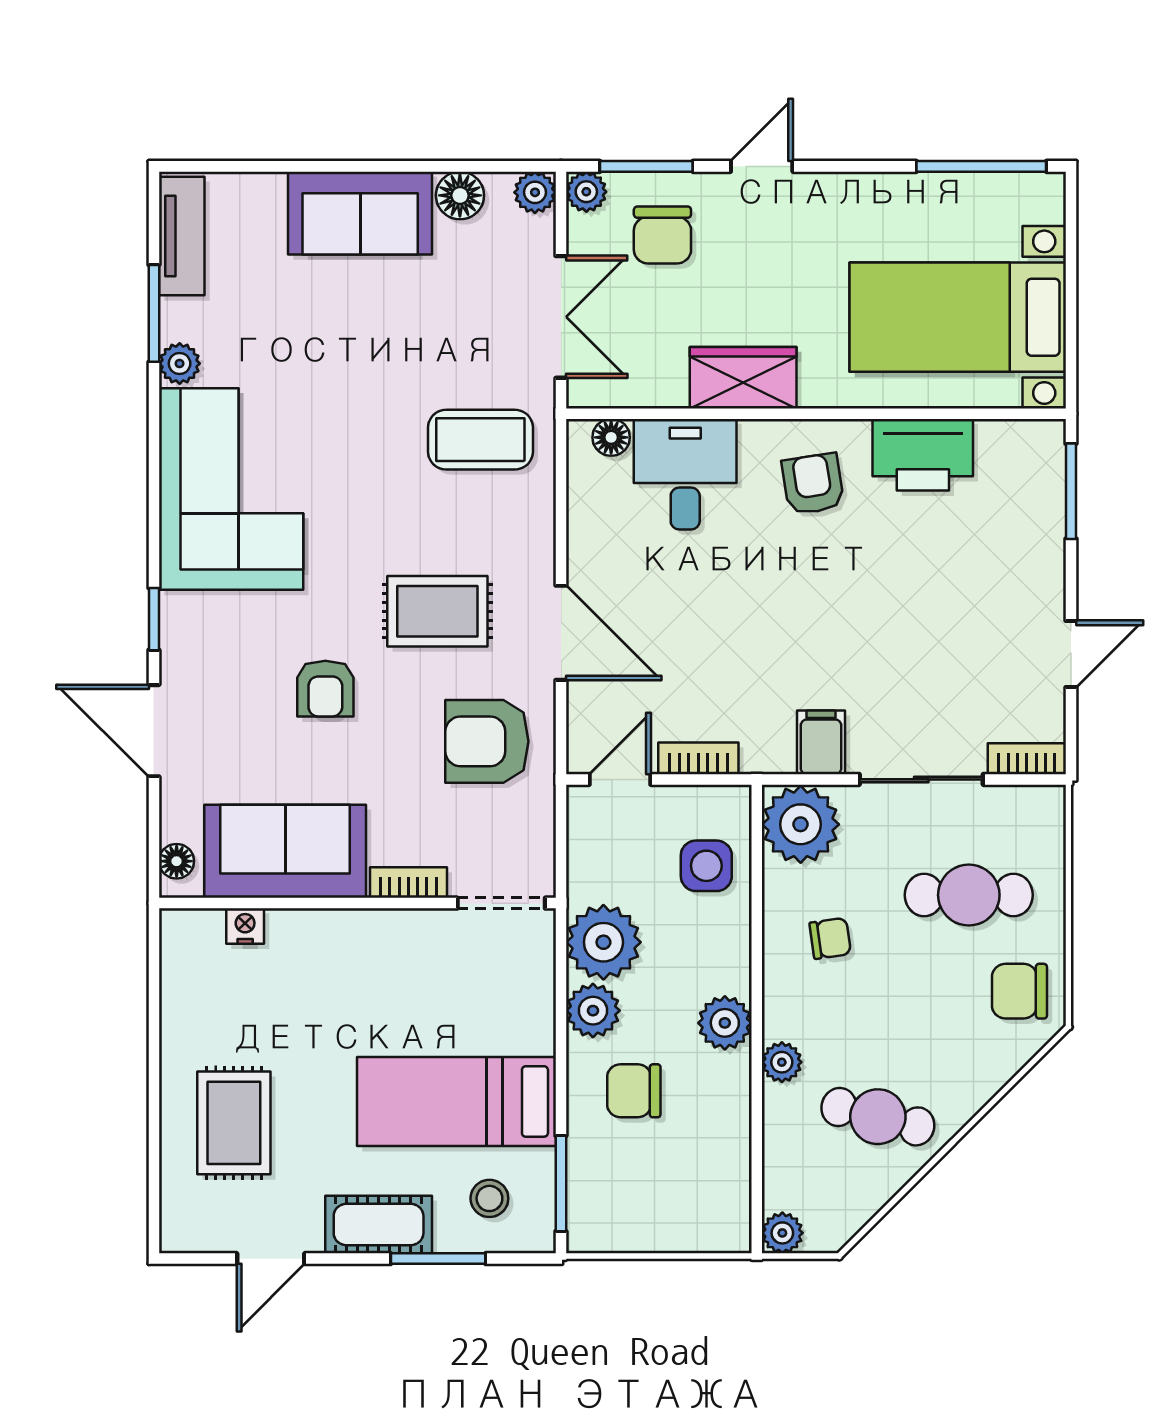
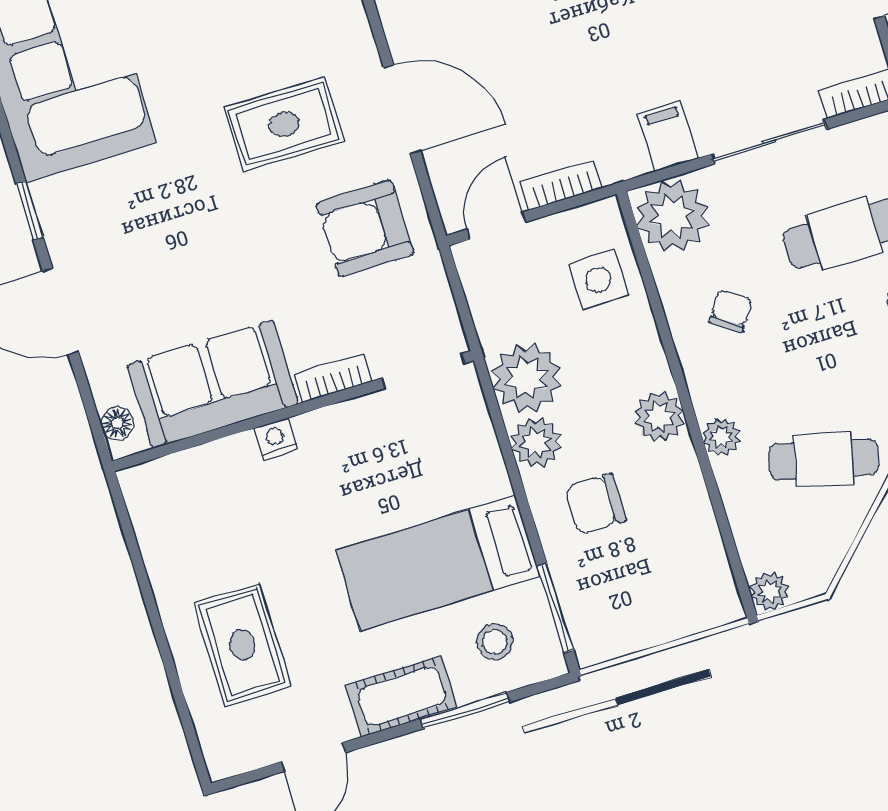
armchair: (325, 689) -> (204, 226), removed
nightstand: (245, 926) -> (276, 439), moved
chair: (830, 938) -> (731, 311), turned -48

